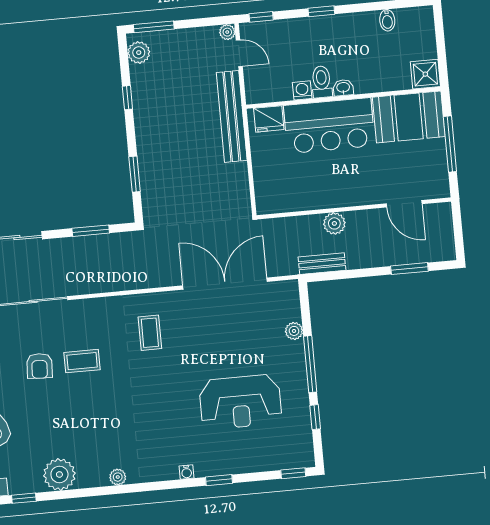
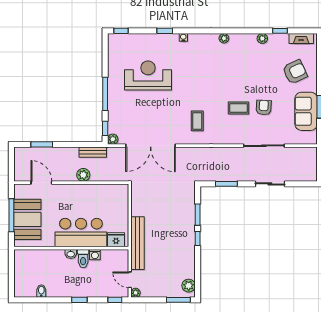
shower: (425, 74) -> (22, 257), removed
window: (127, 98) -> (198, 239), moved
booth: (409, 117) -> (27, 219), moved, turned 90
plant: (294, 331) -> (113, 139), moved
window: (315, 417) -> (105, 128), moved
plant: (59, 474) -> (262, 38), width x0.53, depth x0.53

